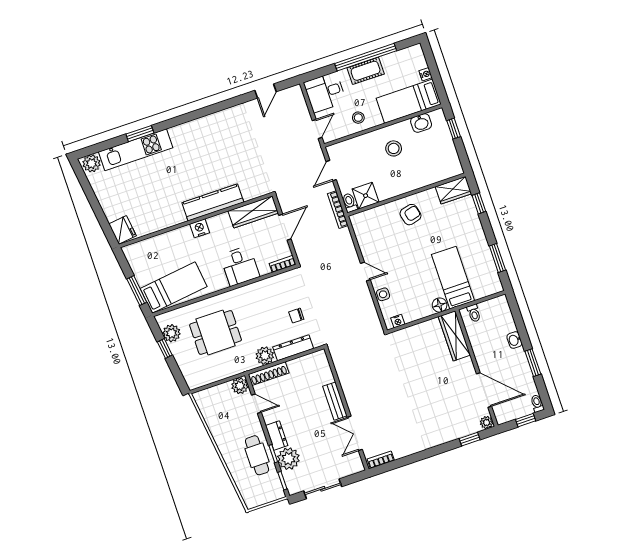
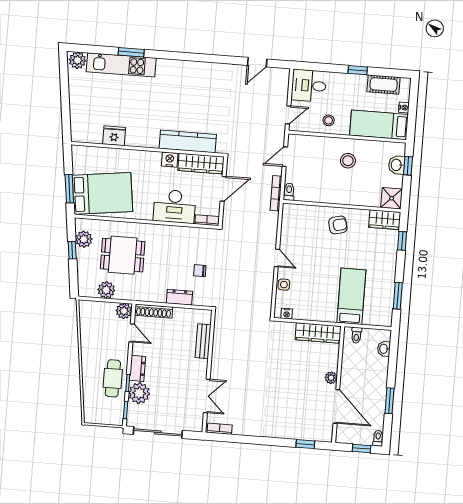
window: (366, 57) -> (358, 70), width x0.32
cot: (366, 71) -> (384, 85), moved
washbasin: (421, 123) -> (397, 165), moved, turned 90
shower: (366, 196) -> (392, 198), moved
kitchen counter: (213, 202) -> (188, 142), moved
nightstand: (200, 228) -> (170, 160), moved
fridge: (123, 230) -> (114, 136), moved, turned -83
desk: (240, 266) -> (175, 206), width x1.37
bed: (174, 288) -> (102, 193), width x1.50
floor lamp: (440, 305) -> (329, 315), removed
wardrobe: (454, 336) -> (318, 333), moved, turned -90
washbasin: (514, 340) -> (384, 349), moved
dresser: (293, 348) -> (179, 297), width x0.70
plant: (265, 356) -> (106, 290), moved
bench: (335, 401) -> (203, 341), moved
plant: (487, 422) -> (331, 378), moved
double door: (355, 433) -> (207, 396), swing flipped
sliding door: (323, 489) -> (158, 432), width x1.37

